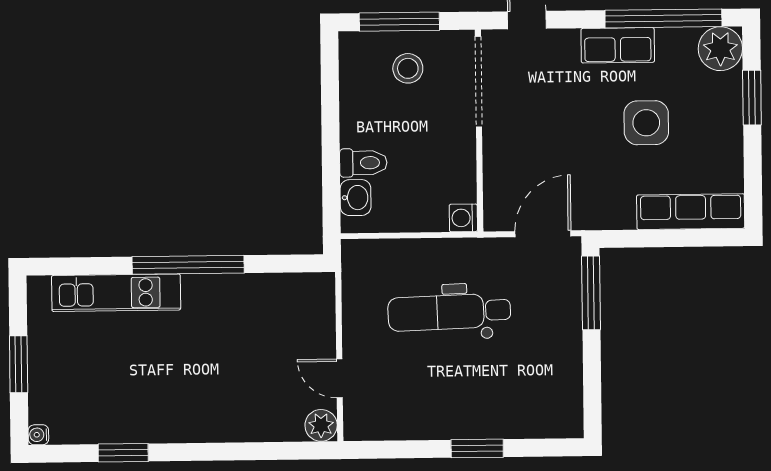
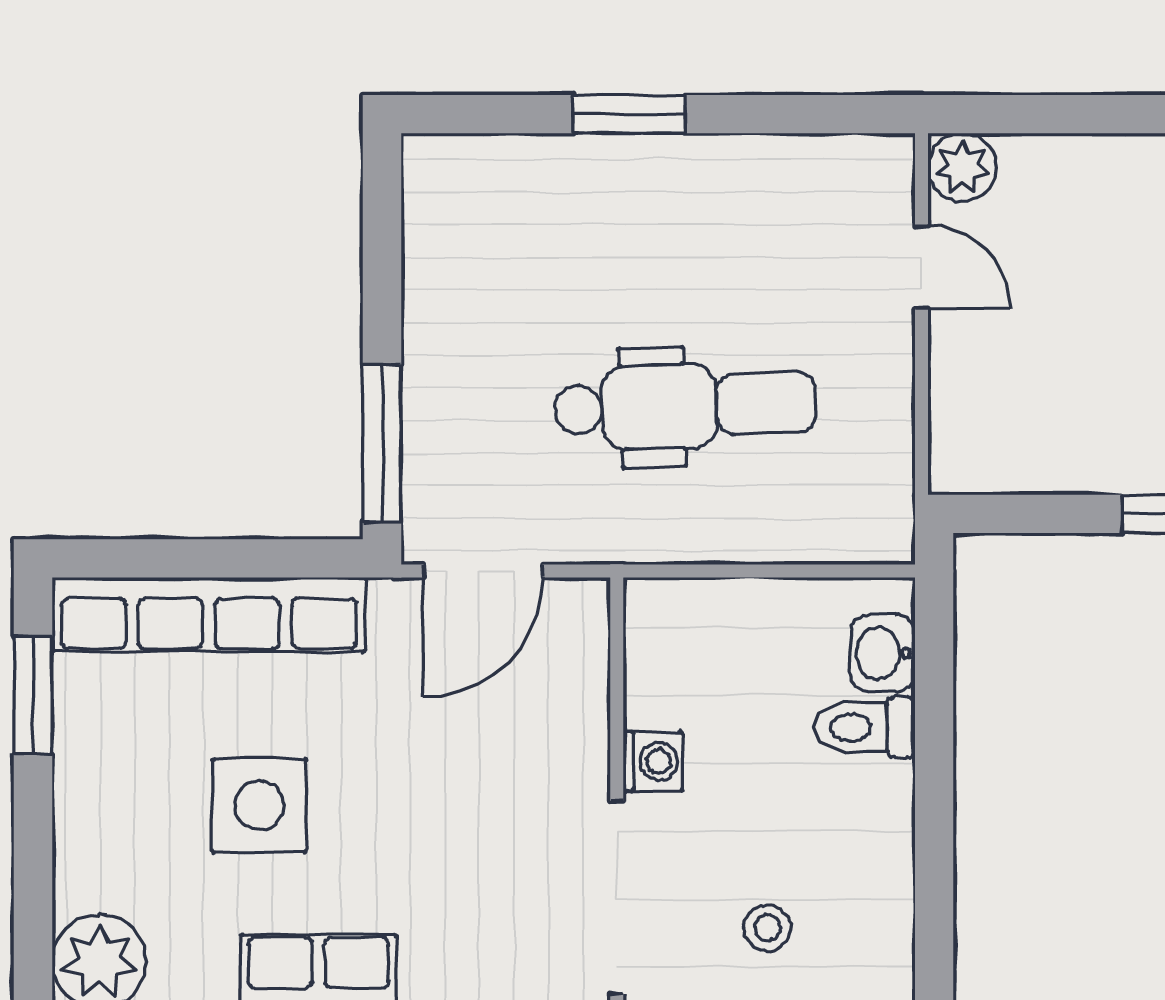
stool: (408, 68) -> (767, 928), width x0.73, depth x0.73
window: (752, 98) -> (33, 695), moved
row of seats: (691, 212) -> (209, 615), width x1.36
washing machine: (463, 218) -> (653, 761), moved

